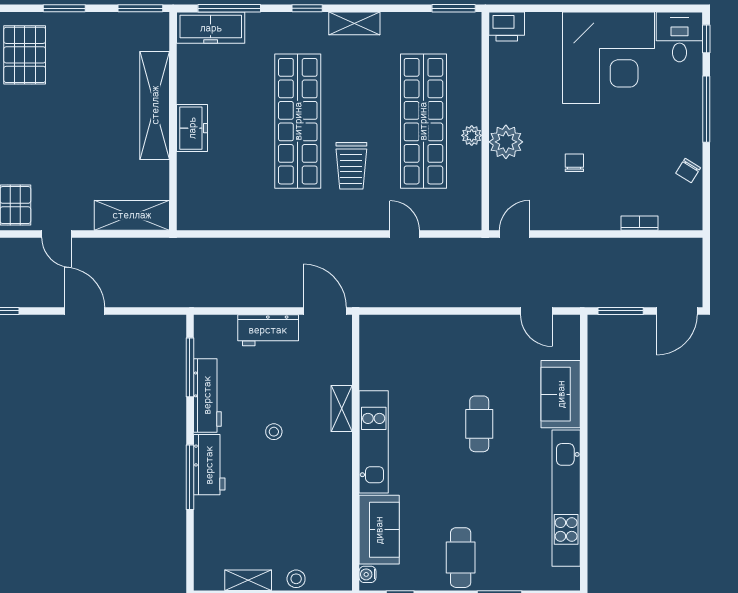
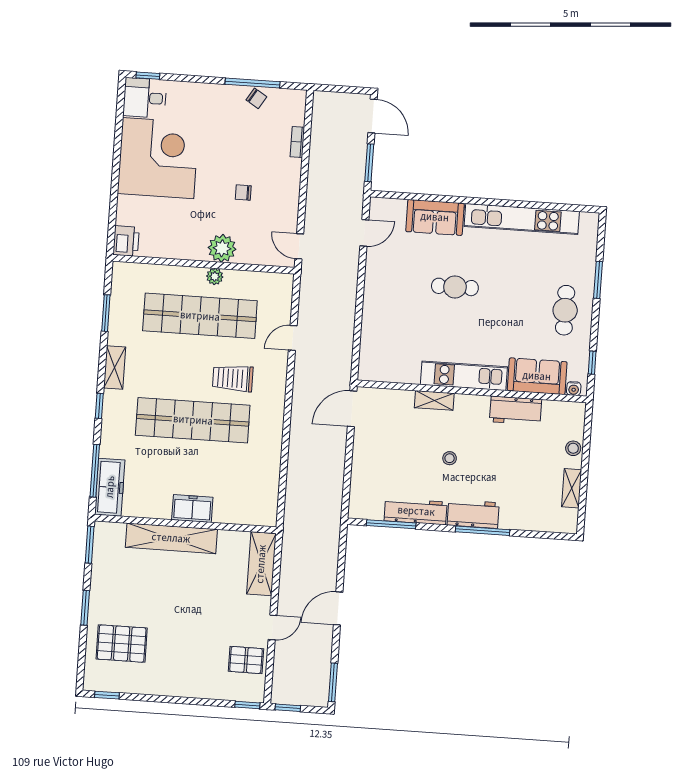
window: (454, 8) -> (106, 313), moved
window: (706, 109) -> (252, 83), moved
trolley: (351, 166) -> (233, 378), turned 180
workbench: (268, 330) -> (515, 411), moved, turned 90
cafe table: (461, 558) -> (565, 310), turned 90

